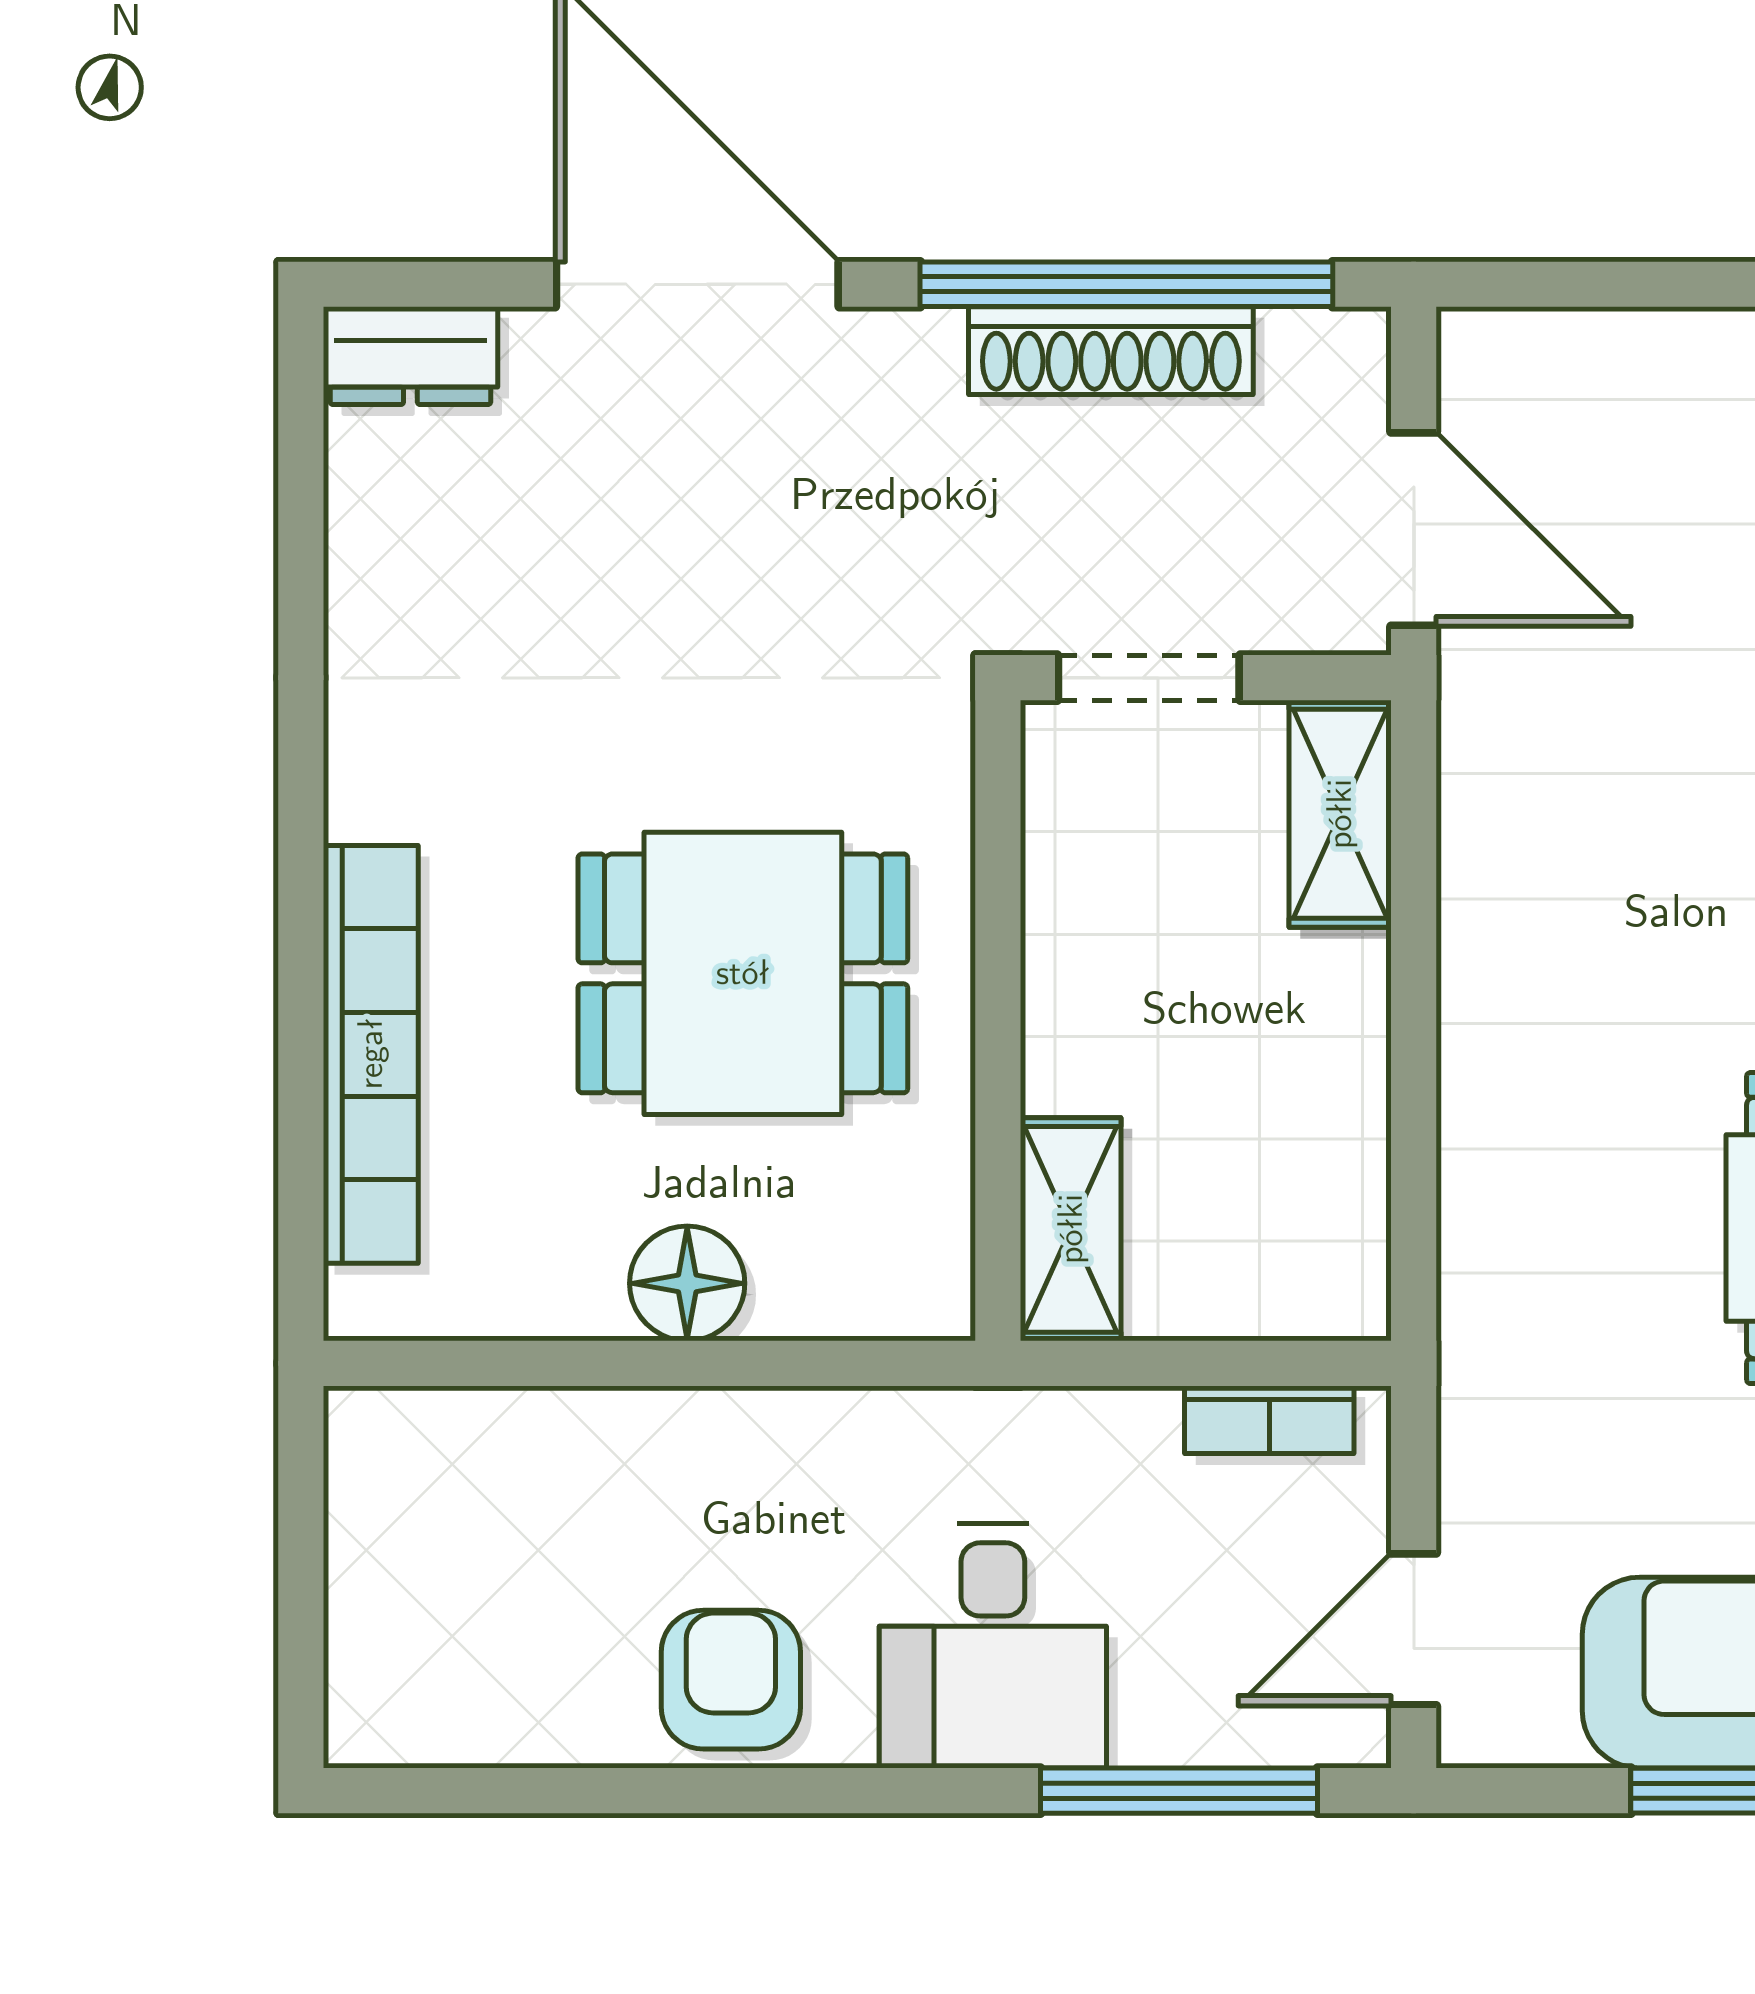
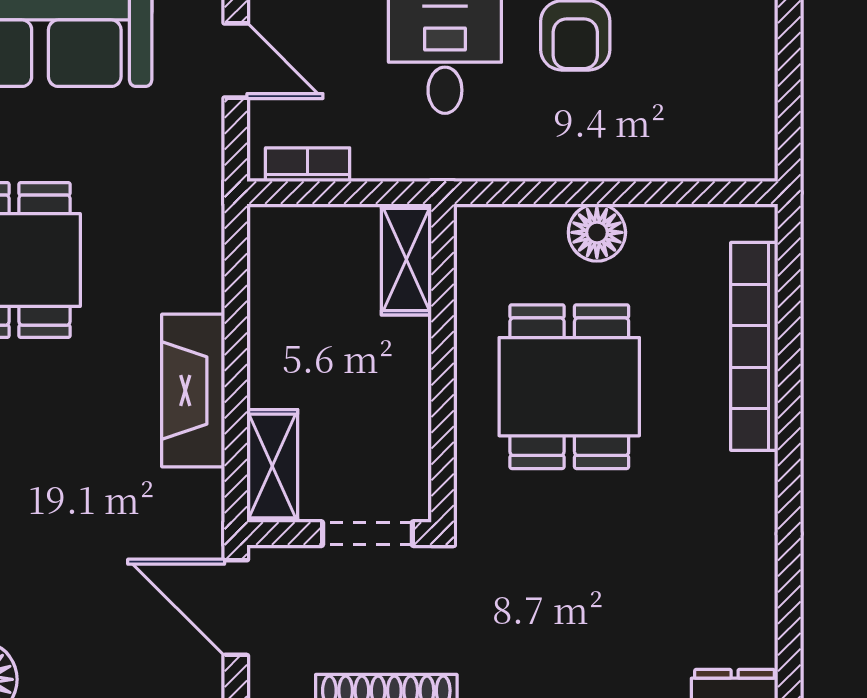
fireplace: (1499, 966) -> (193, 391), added
dining table: (743, 973) -> (569, 387), turned 90
door: (1414, 1629) -> (236, 61), hinge flipped

